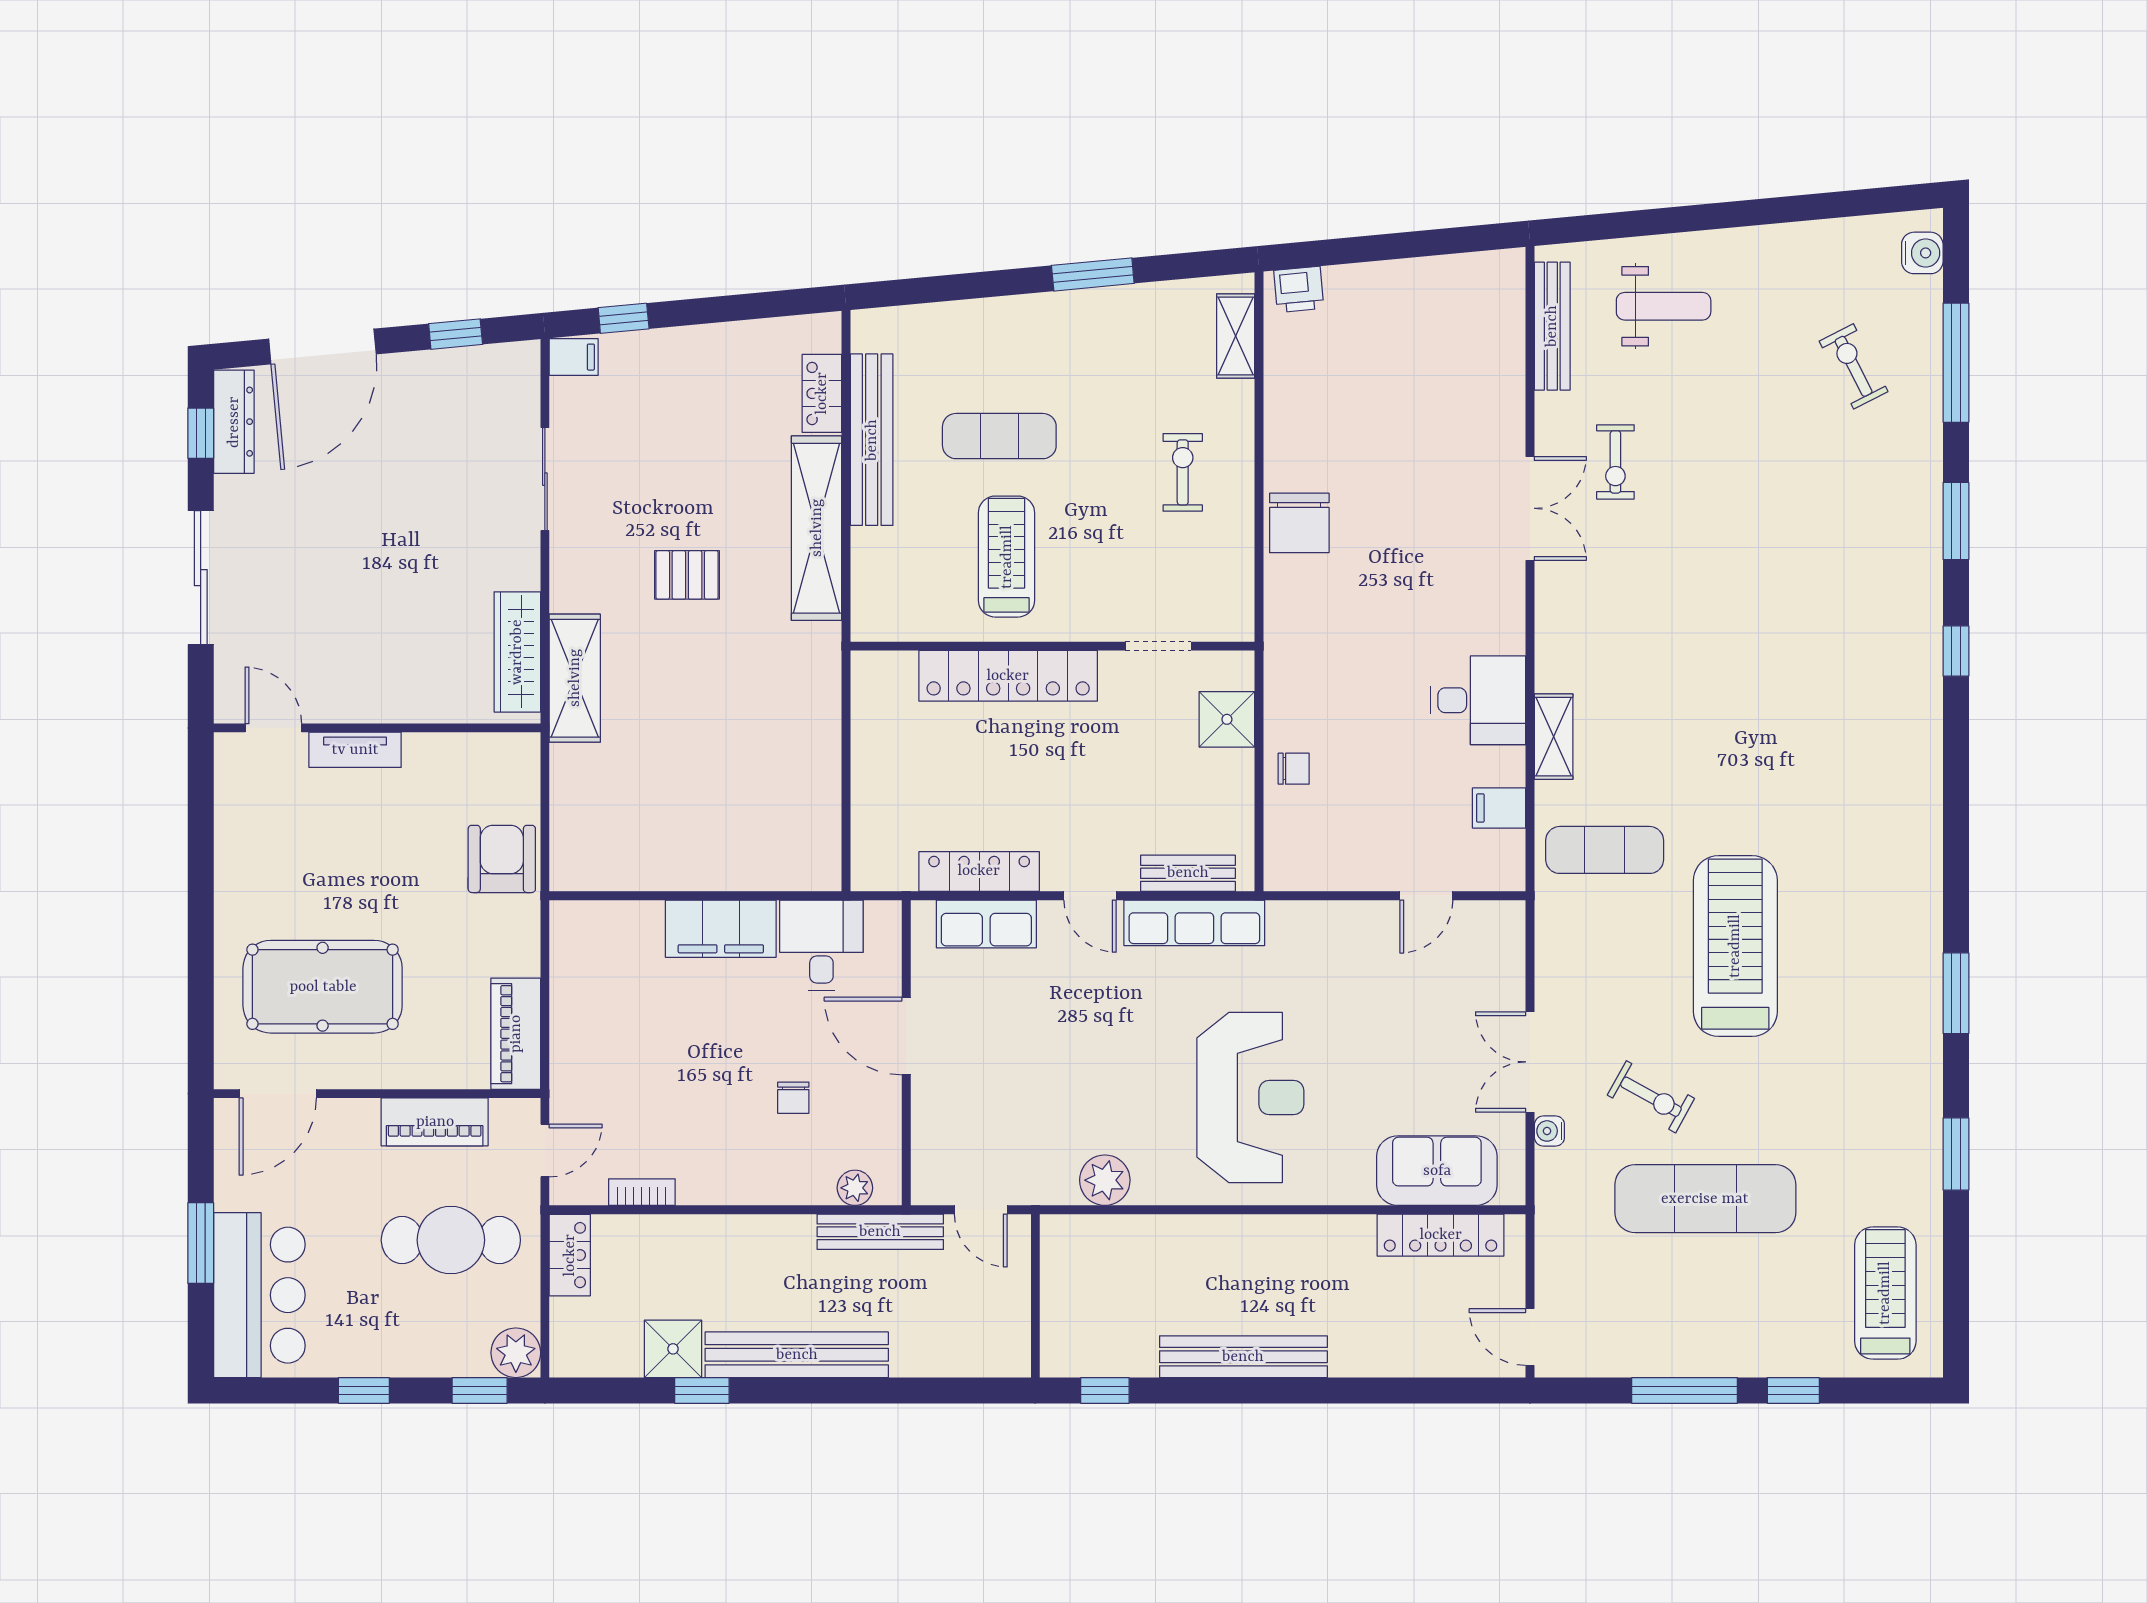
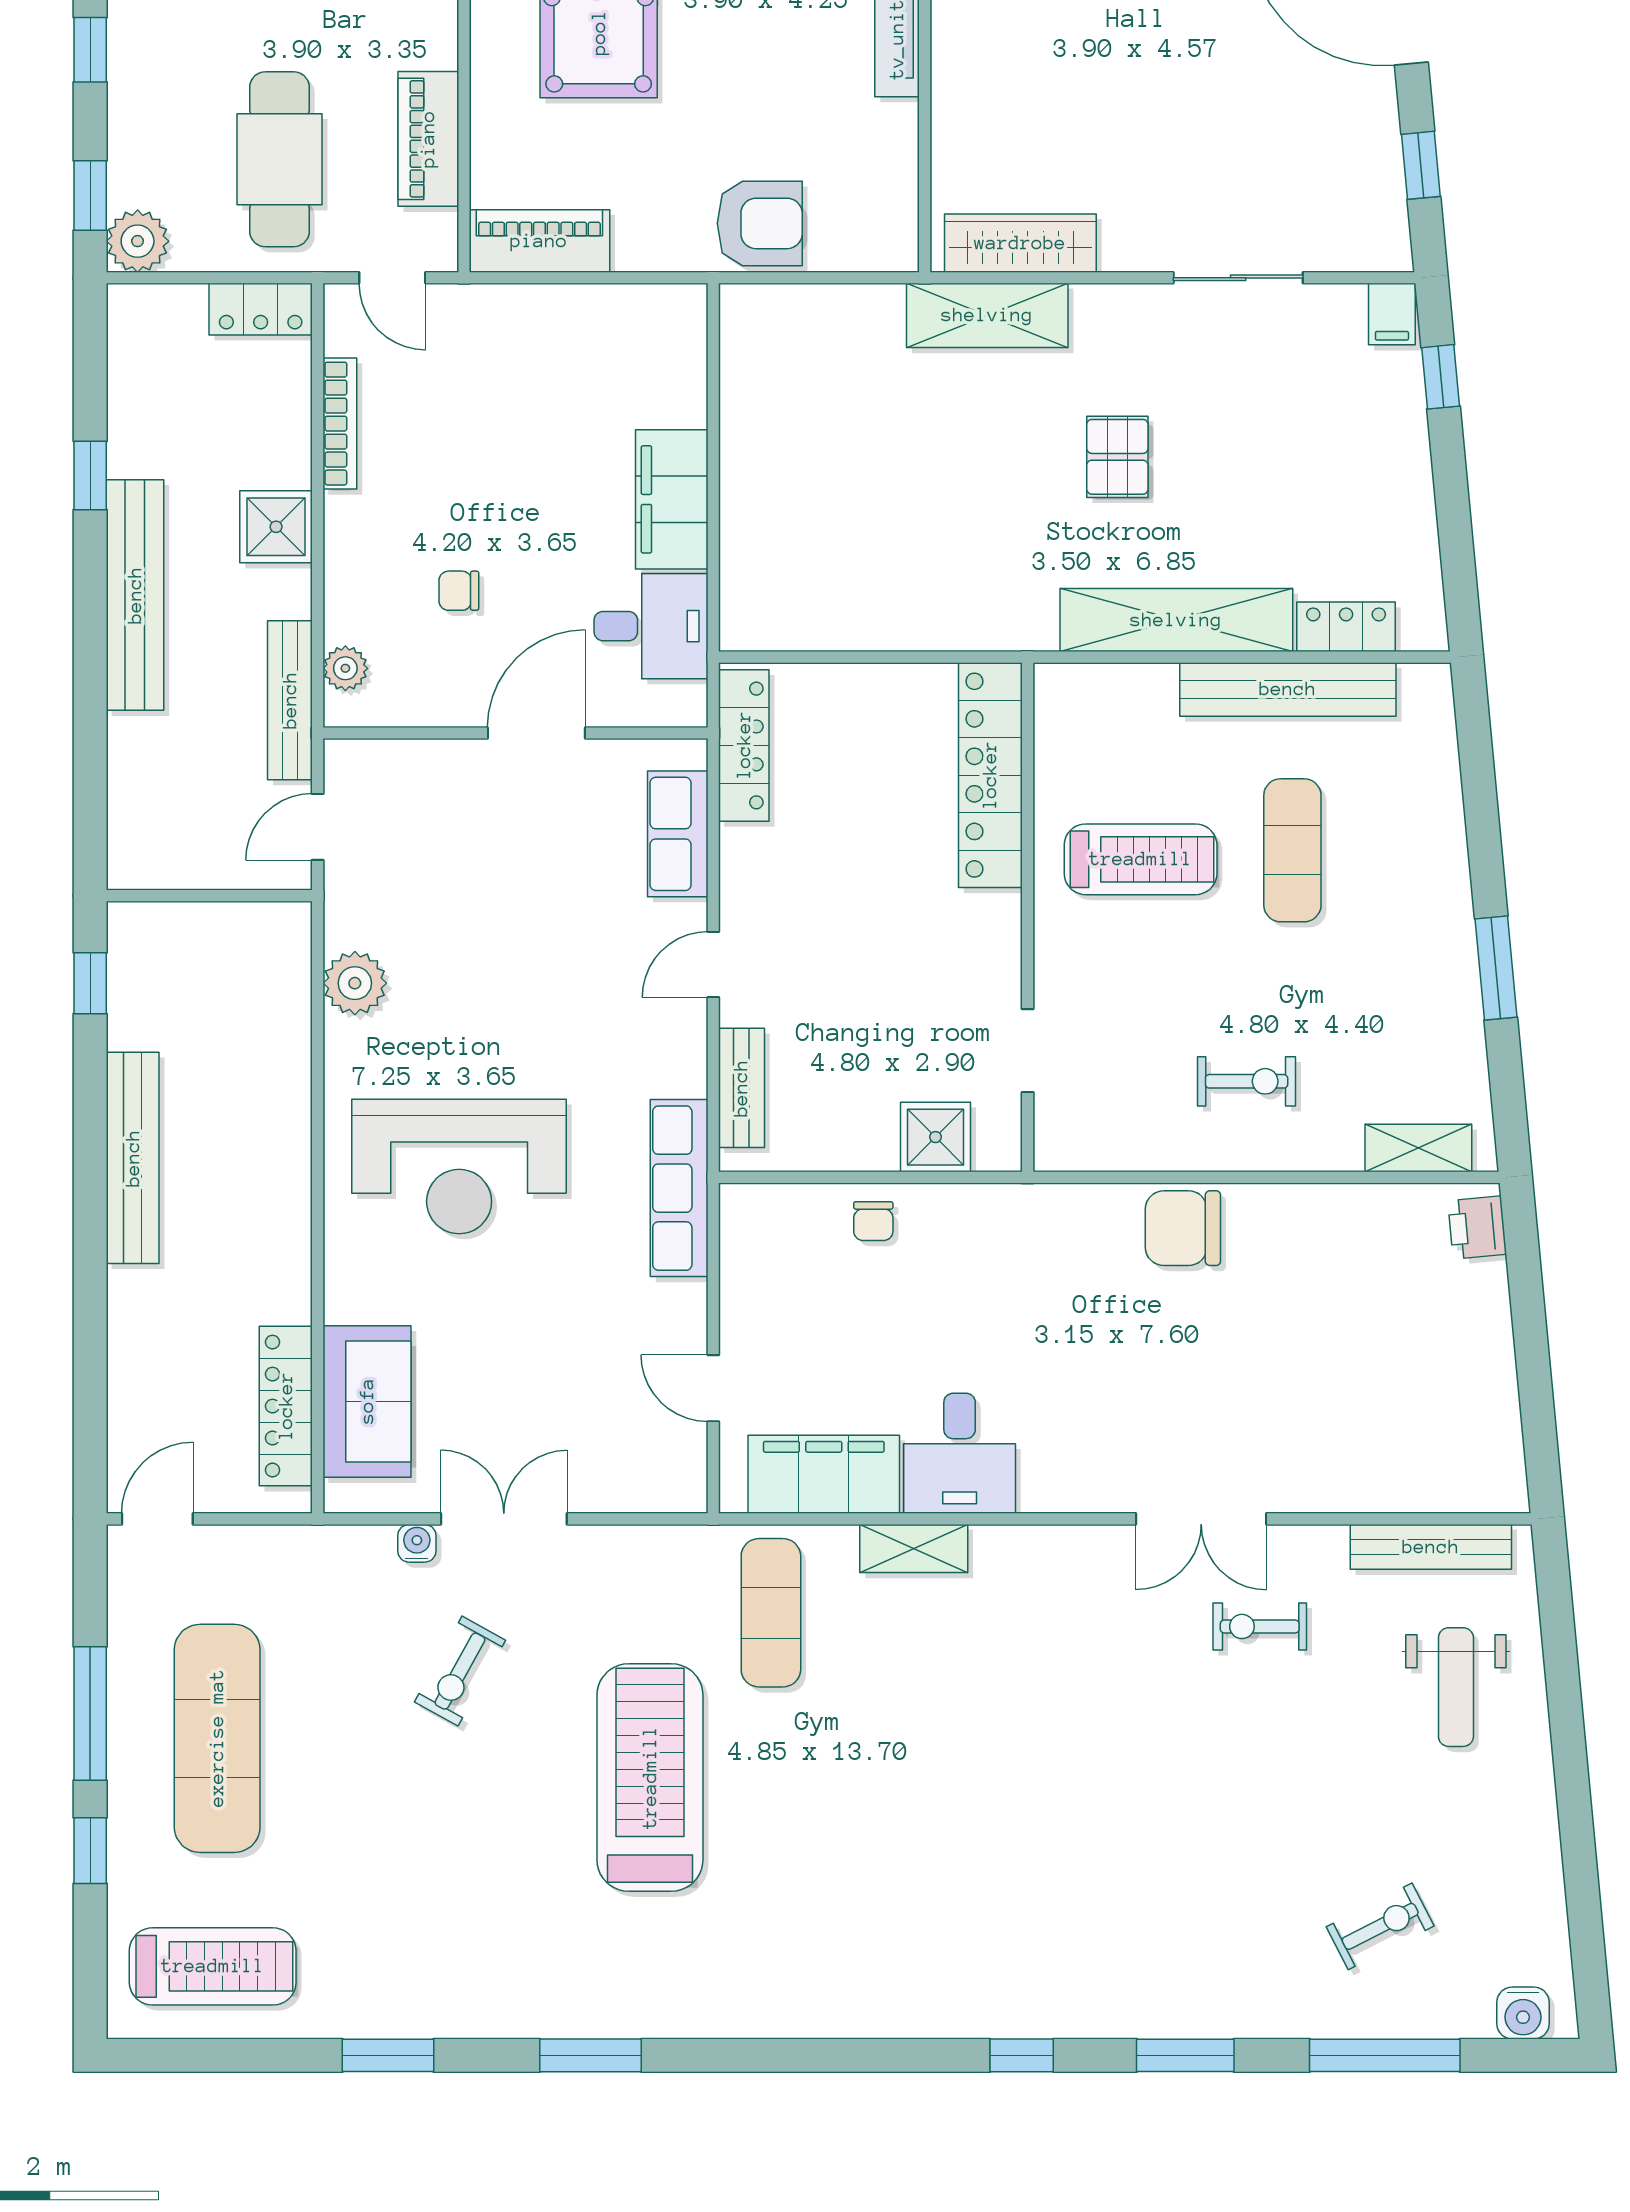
locker: (1008, 676) -> (990, 775), moved
filing cabinet: (1499, 808) -> (824, 1474), width x3.00, depth x1.17
locker: (979, 871) -> (744, 745), moved
row of seats: (1194, 923) -> (679, 1188), moved
treadmill: (1735, 946) -> (650, 1777), turned -90
bookcase: (642, 1192) -> (340, 424), width x1.56
exercise mat: (1705, 1199) -> (217, 1738), moved
shower: (673, 1349) -> (276, 527), moved

